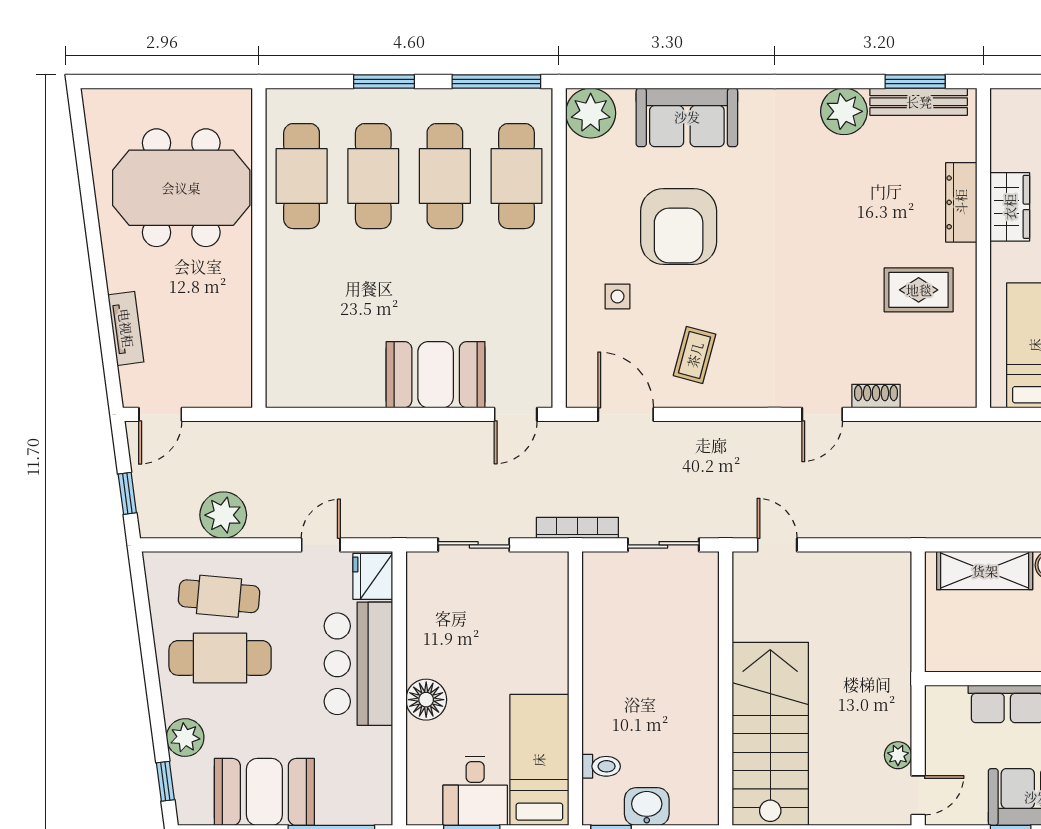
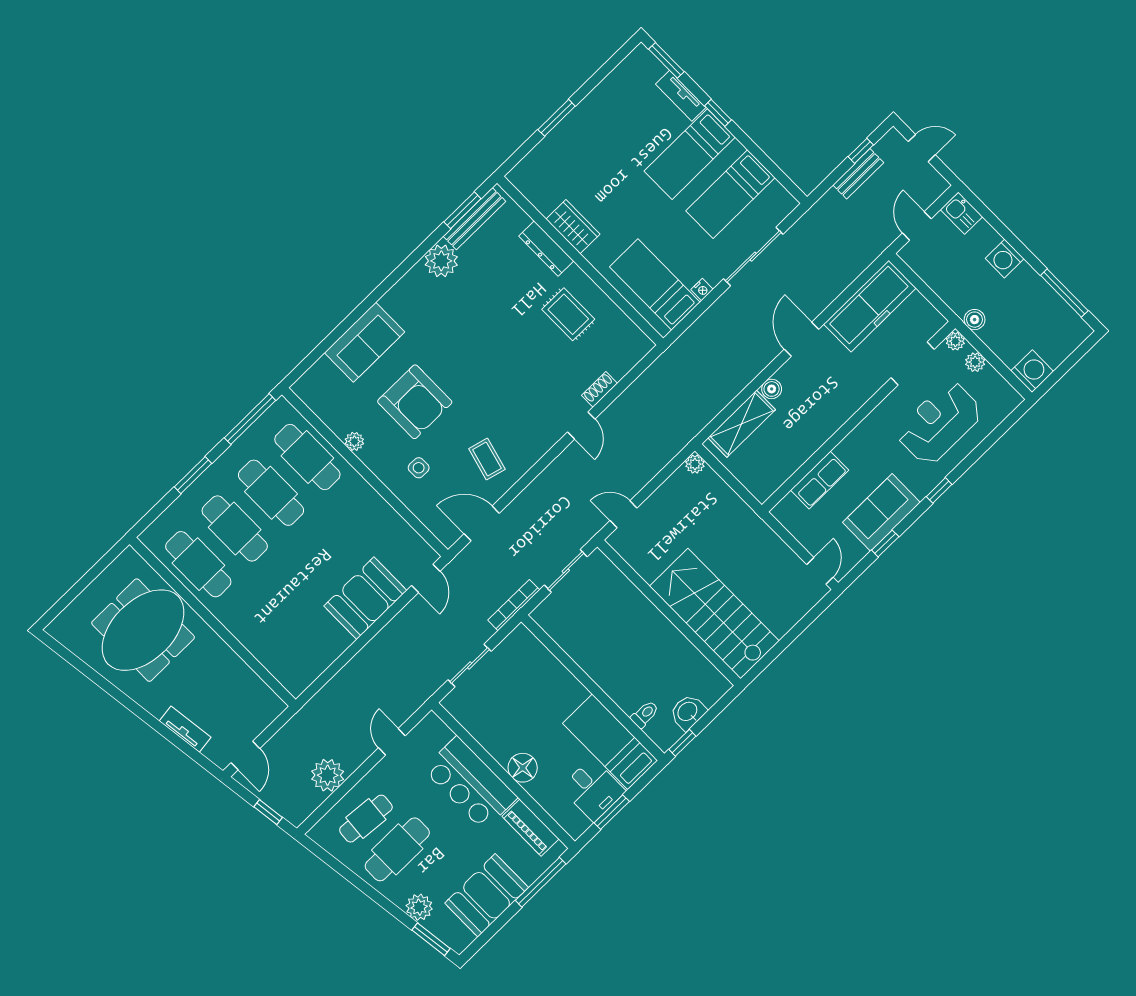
plant: (591, 113) -> (354, 441), moved, width x0.53, depth x0.53
rug: (919, 290) -> (568, 314), turned 90
fridge: (373, 576) -> (434, 732), removed
plant: (898, 755) -> (695, 464), moved
piano: (375, 767) -> (530, 828), added
window: (165, 781) -> (431, 939), width x1.50

